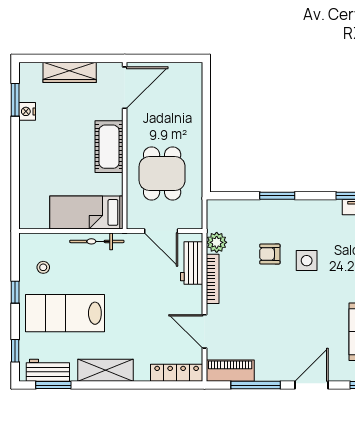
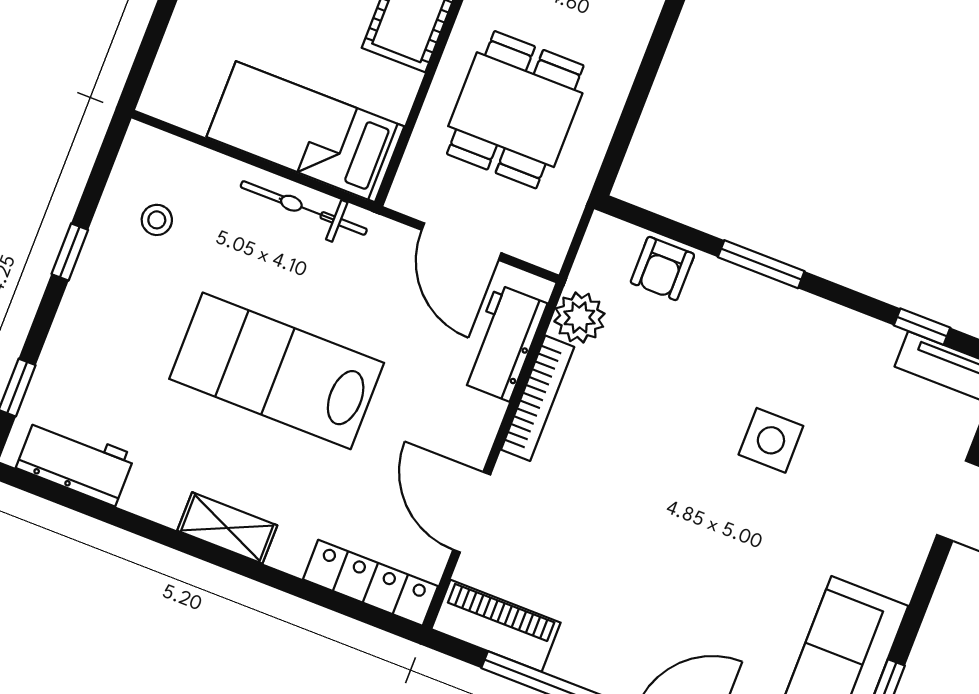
armchair: (270, 254) -> (662, 268), moved, turned -90
lab bench: (65, 313) -> (277, 371), moved
shelving: (105, 370) -> (227, 528), width x0.67, depth x0.75
window: (53, 385) -> (75, 501), removed

